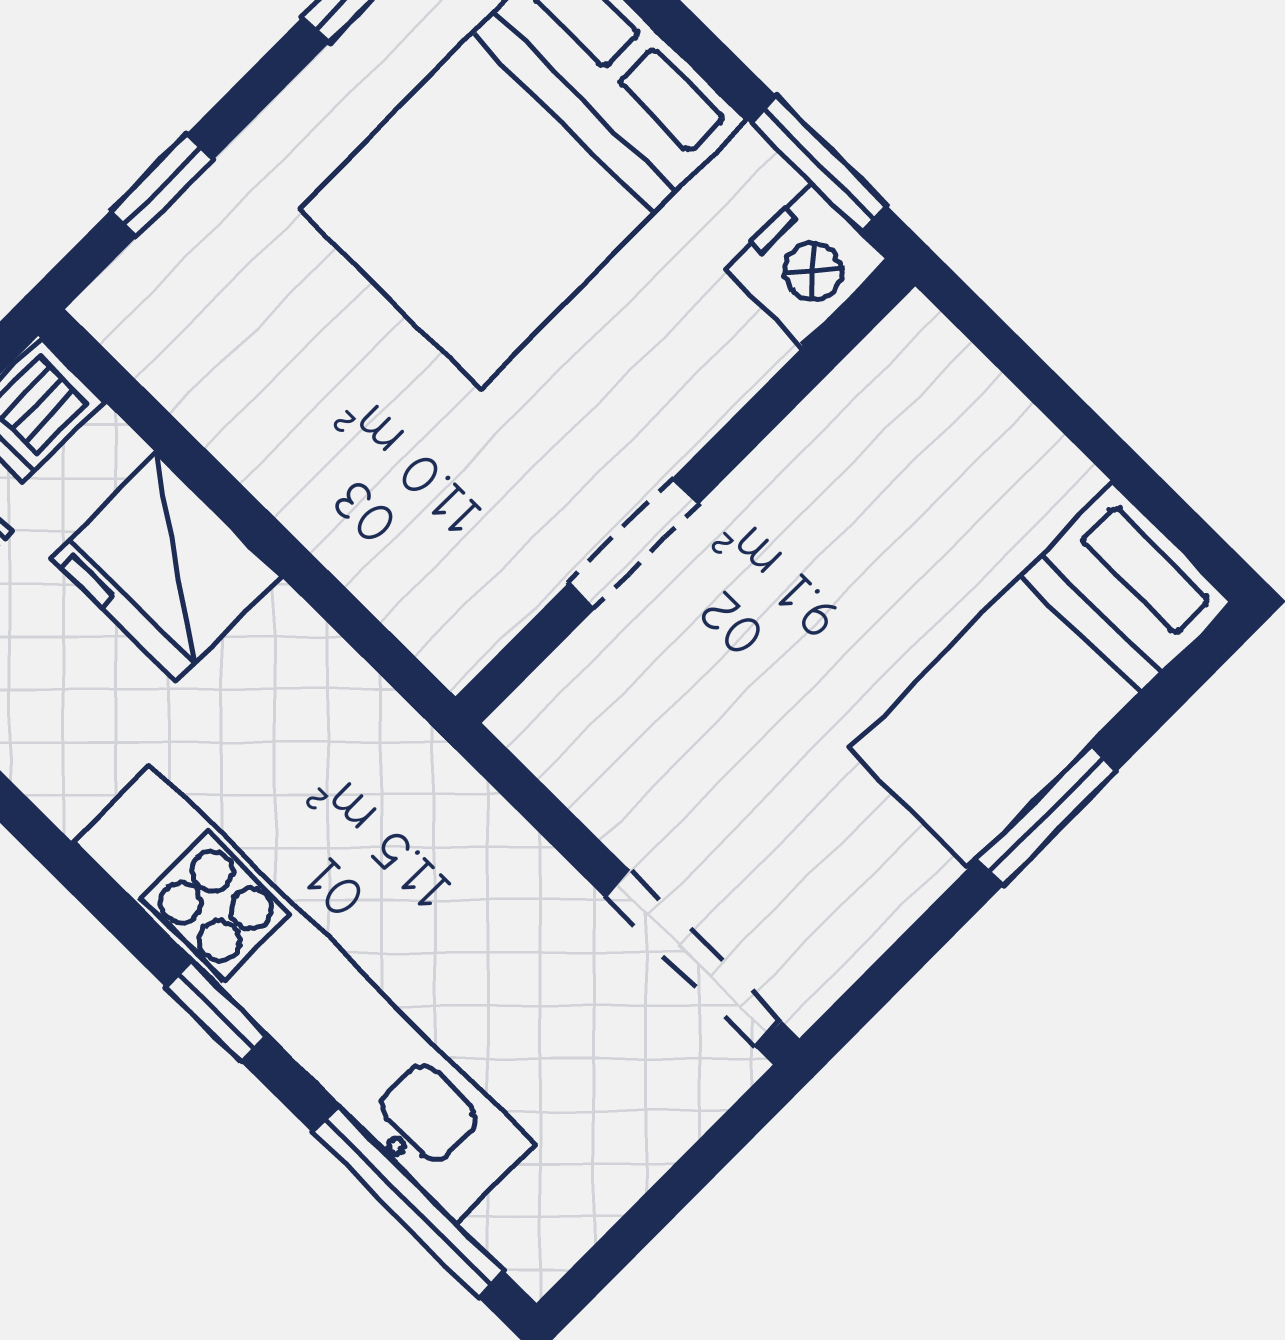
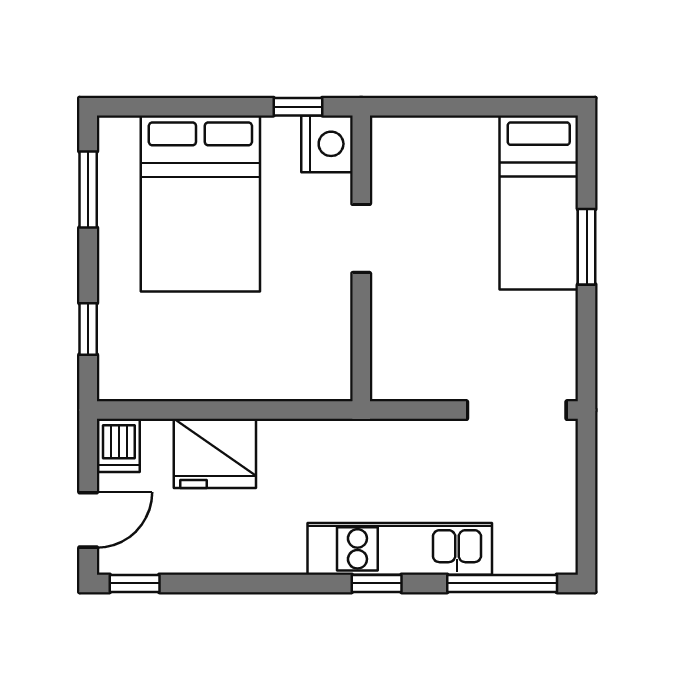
window: (819, 164) -> (298, 107), width x0.67
doorway: (634, 543) -> (361, 238), moved
kitchen unit: (304, 993) -> (400, 549), width x0.73

